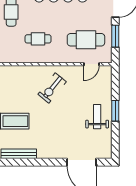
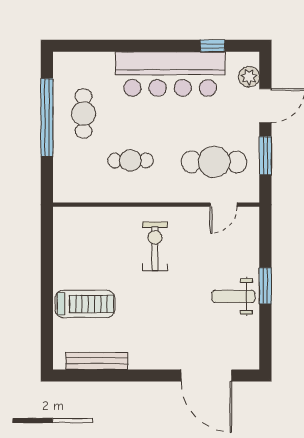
exercise bike: (52, 88) -> (155, 246), turned 141
weight bench: (97, 117) -> (234, 296), turned -90

